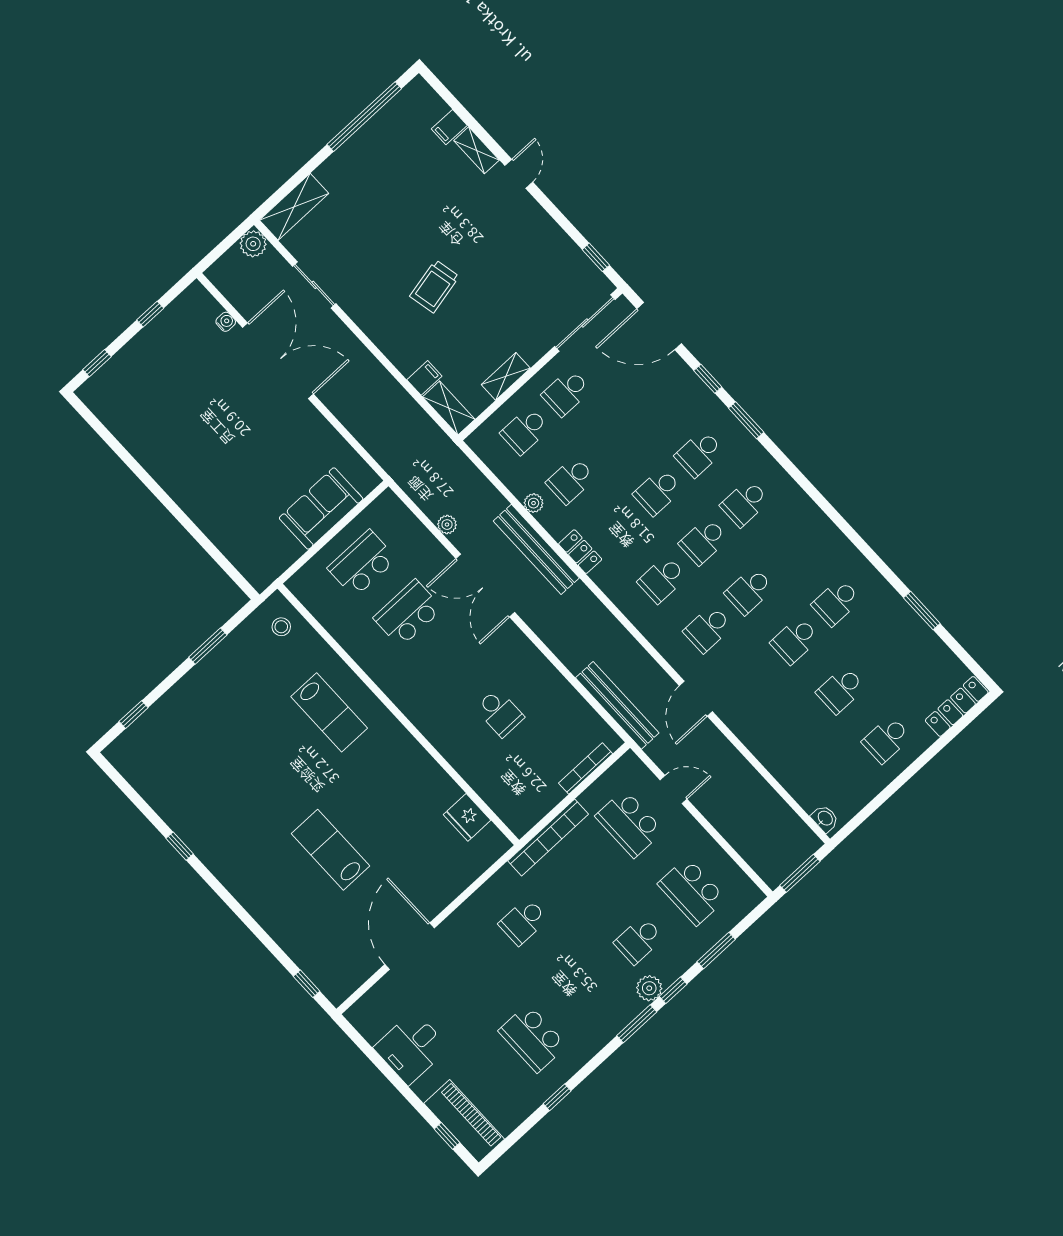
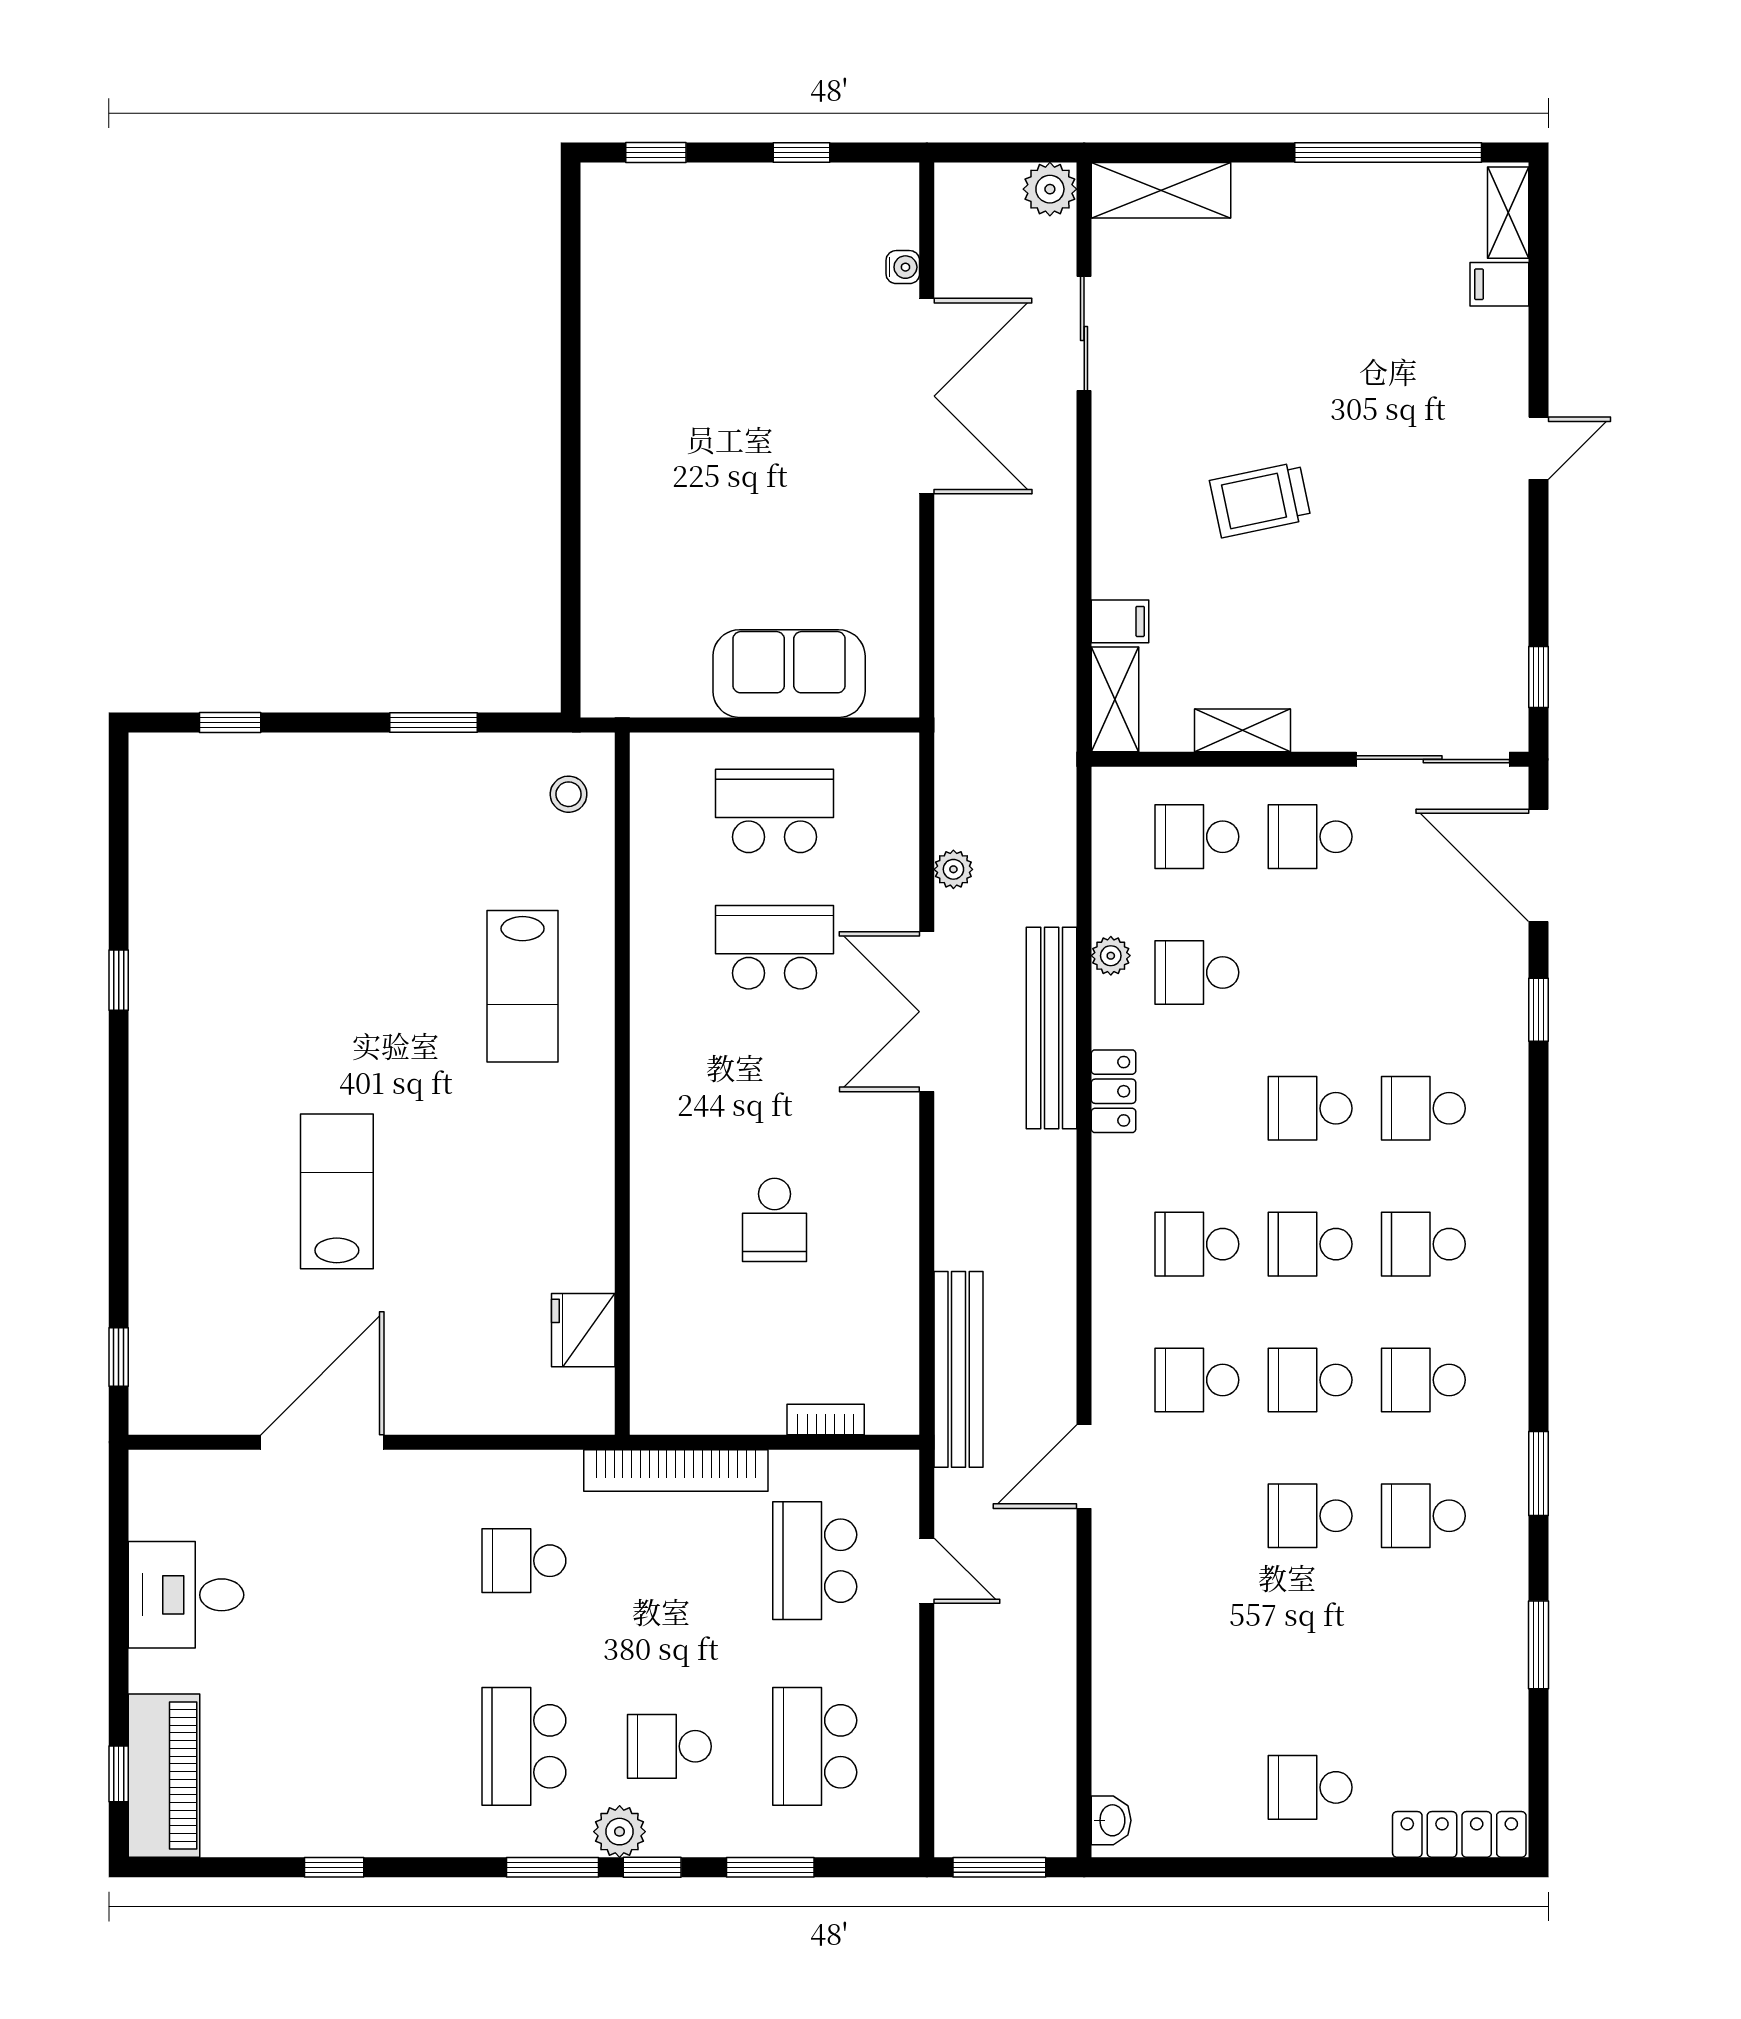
shelving: (477, 150) -> (1508, 213), moved
window: (746, 420) -> (1539, 1473), moved
school desk: (841, 690) -> (1423, 1380), moved
bookcase: (586, 768) -> (826, 1419), width x0.64
school desk: (533, 1038) -> (524, 1746), moved

